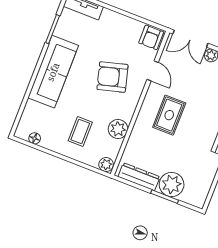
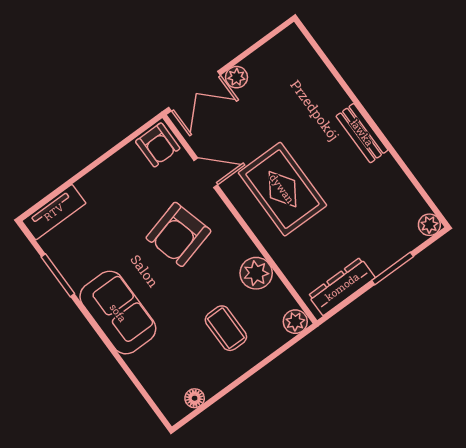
sofa: (53, 72) -> (118, 313), width x0.73
rug: (169, 115) -> (282, 189), width x1.36, depth x1.43
plant: (172, 184) -> (429, 225), moved, width x0.53, depth x0.53

